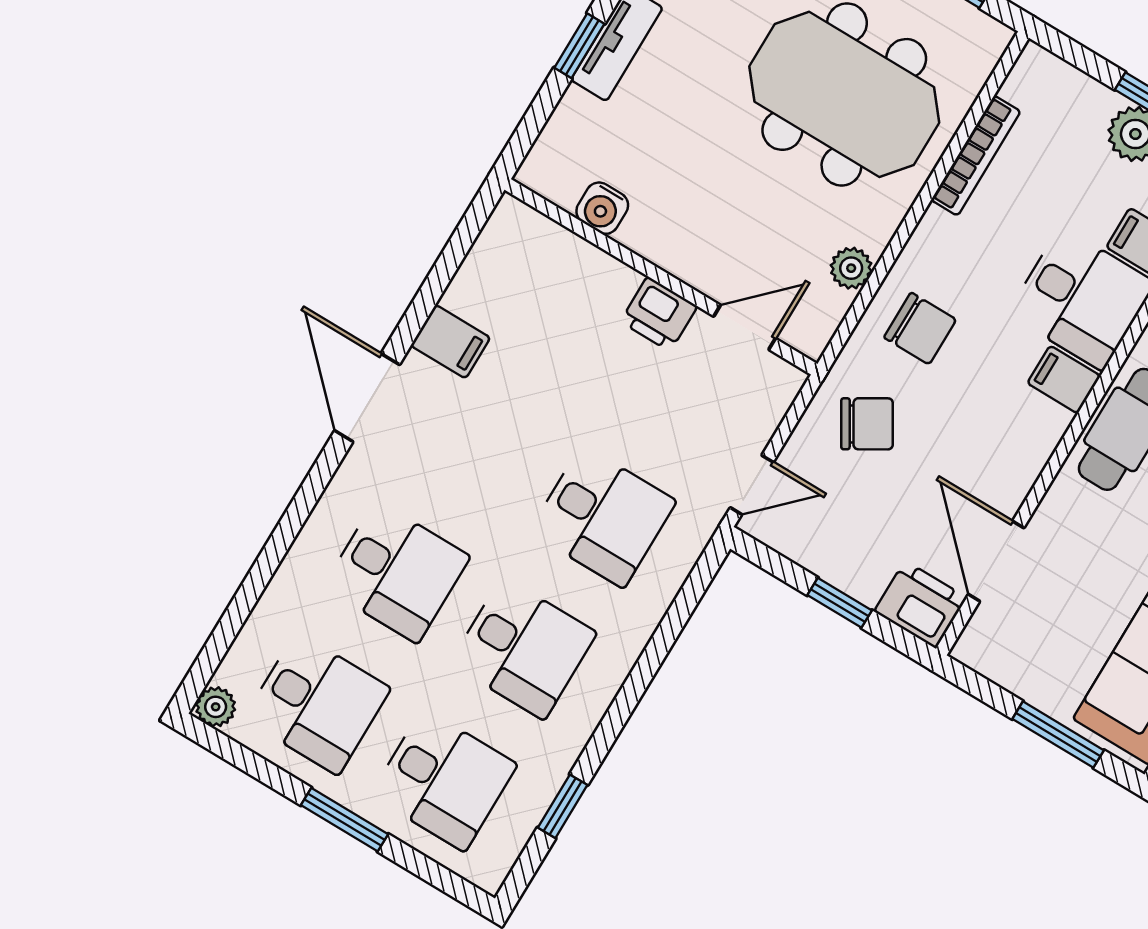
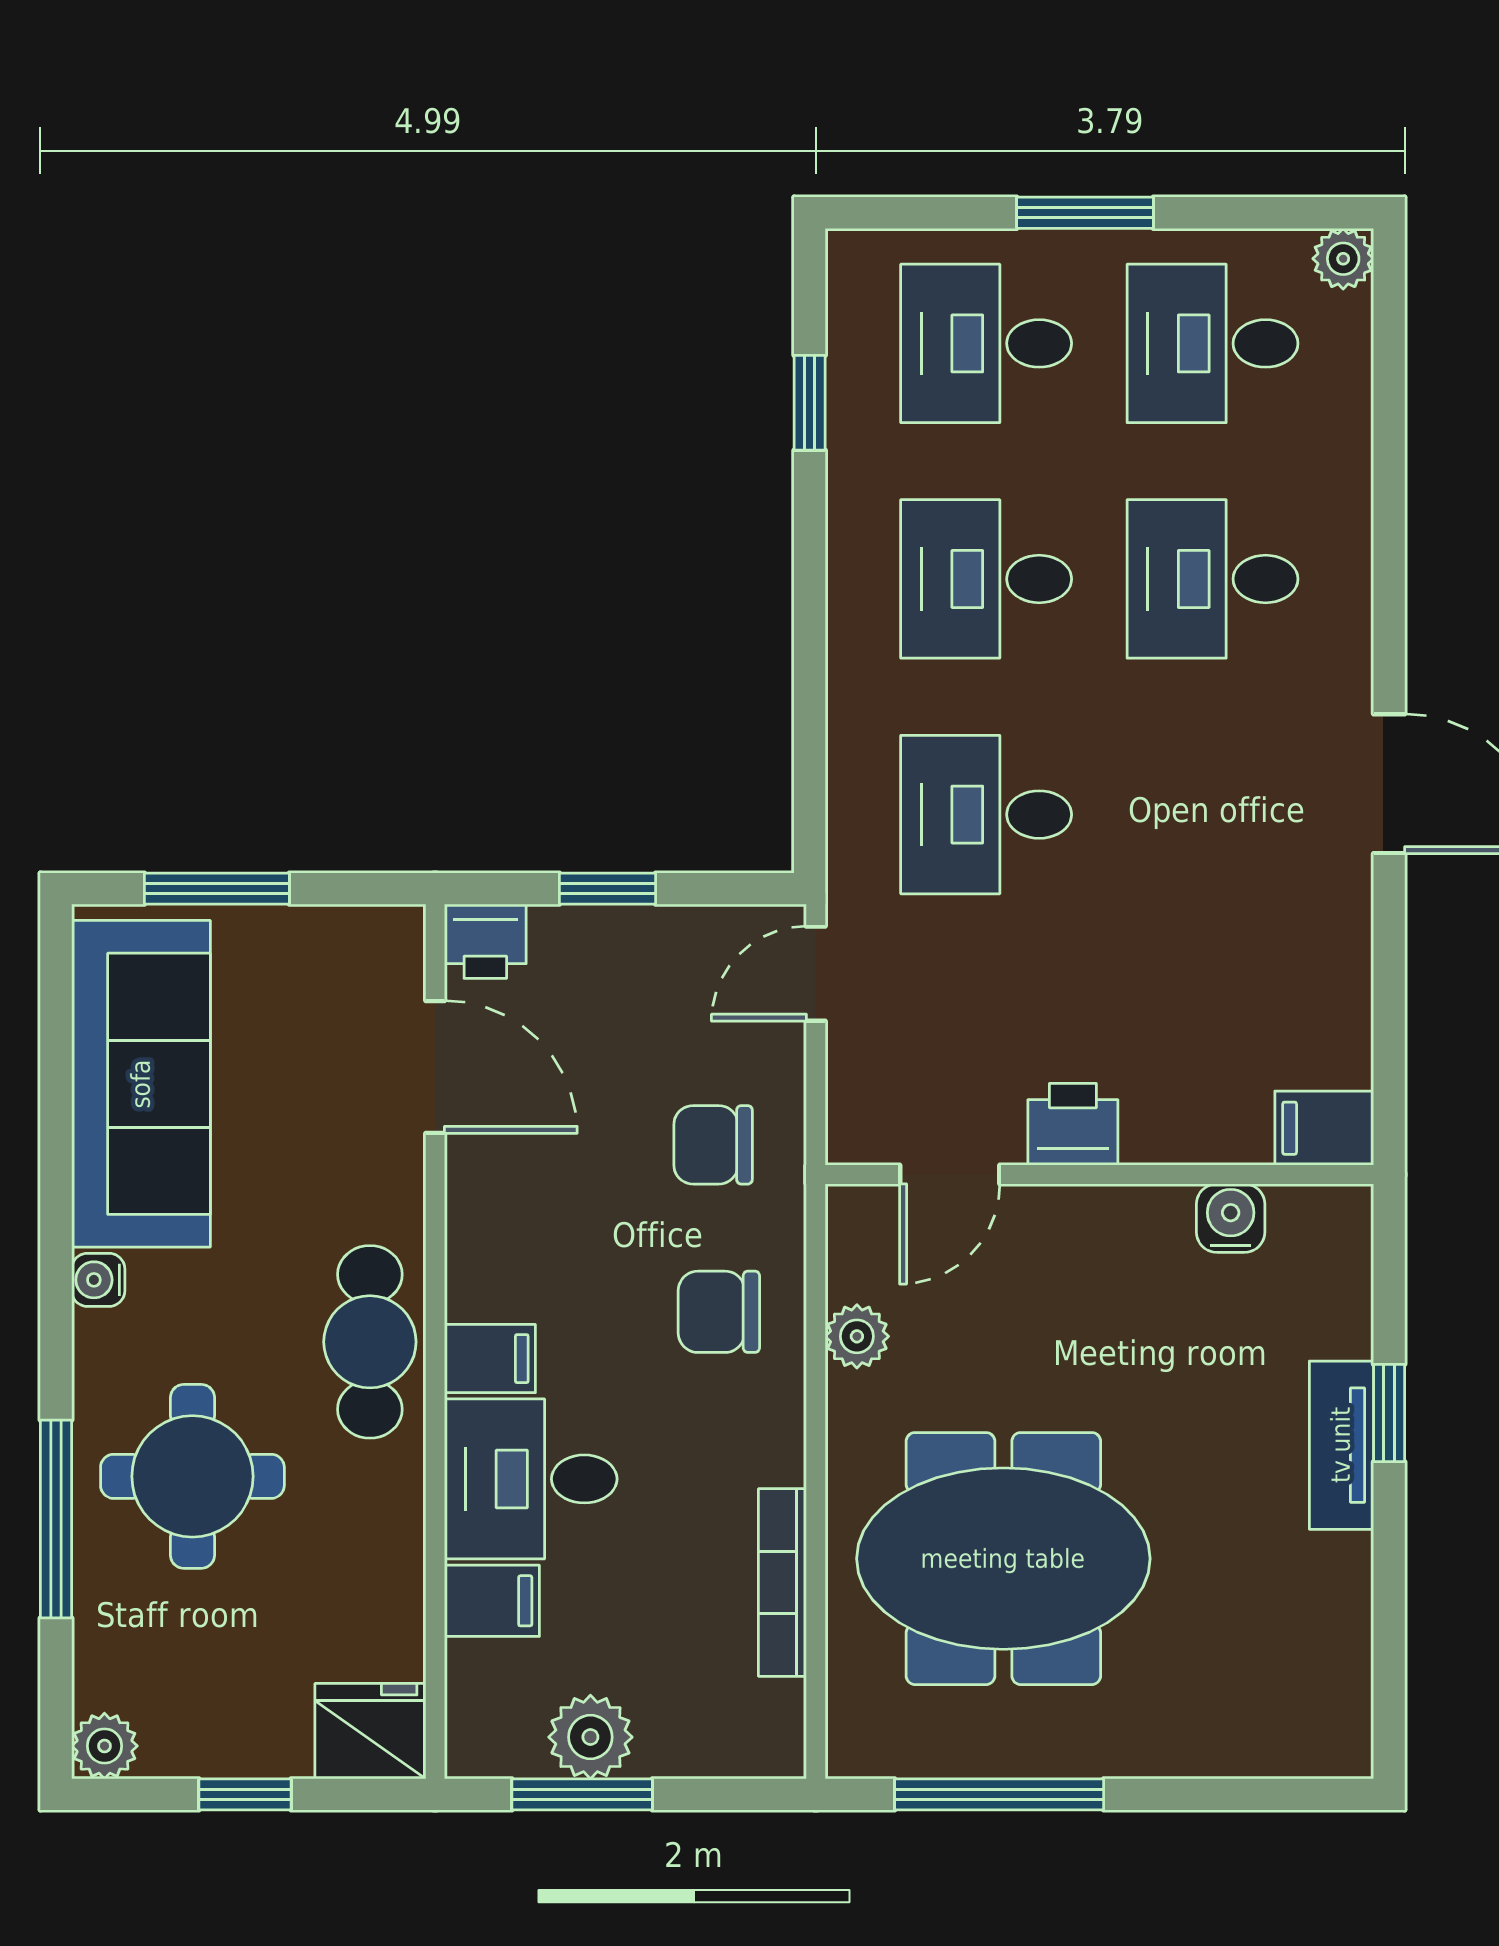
filing cabinet: (450, 342) -> (1324, 1128), moved
chair: (867, 424) -> (713, 1145), turned 31
printer: (920, 604) -> (485, 941), width x0.73, depth x0.81

